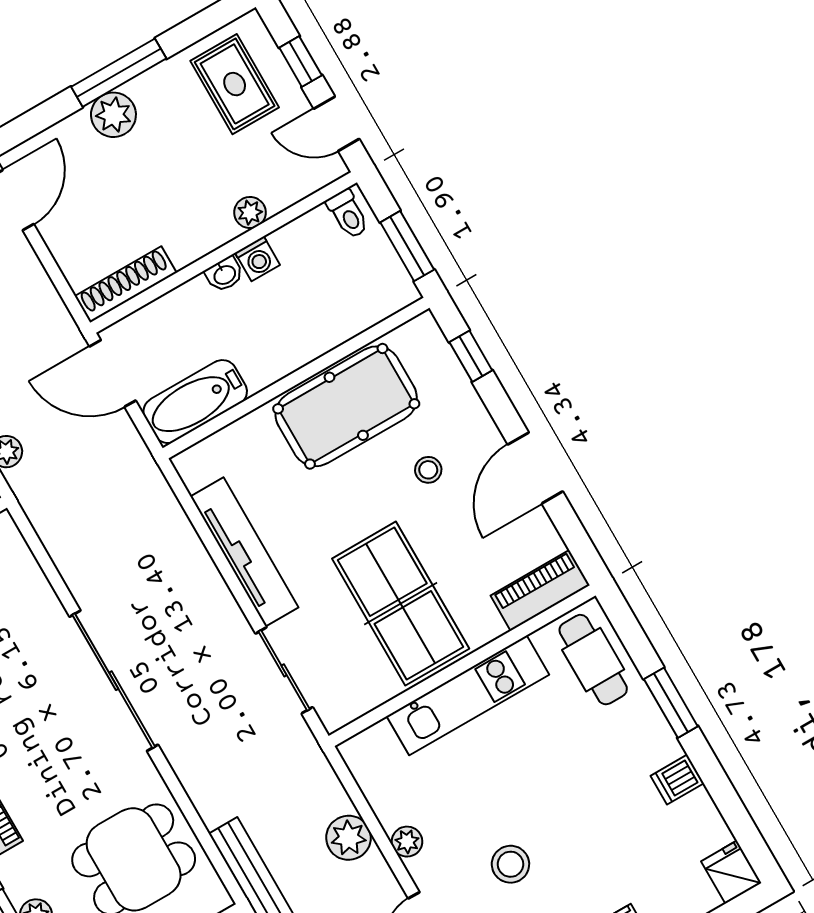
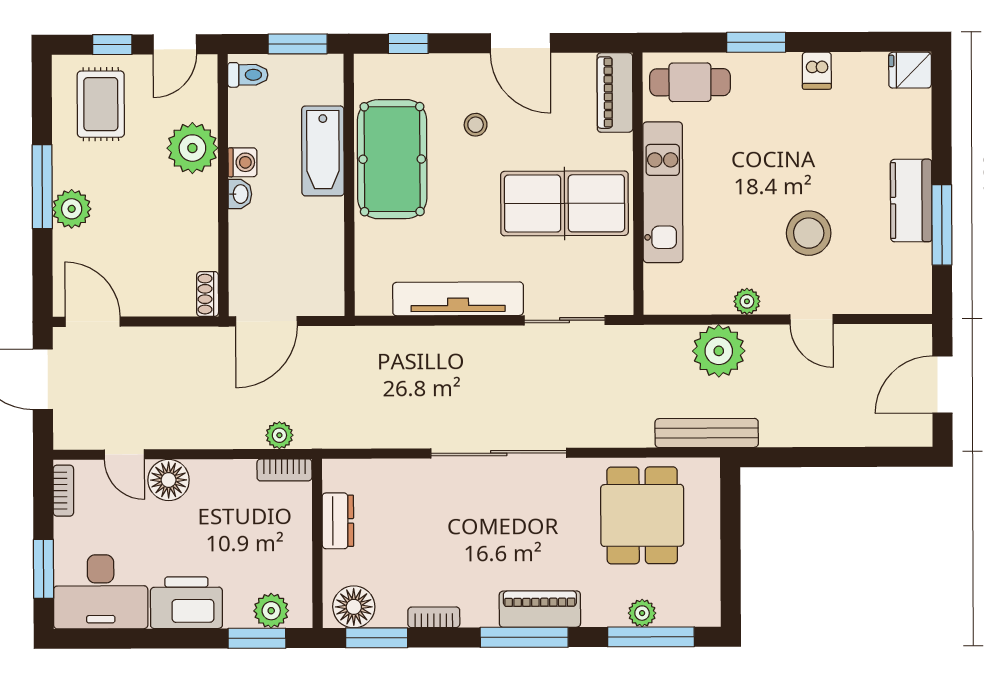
rug: (235, 84) -> (101, 104), turned 90
plant: (250, 212) -> (192, 148), width x1.88, depth x1.88
shoe rack: (126, 284) -> (208, 294), width x0.51, depth x0.81
bathtub: (195, 402) -> (323, 151), moved
plant: (348, 838) -> (719, 351), width x1.36, depth x1.36
stool: (510, 864) -> (809, 233), width x1.38, depth x1.38

